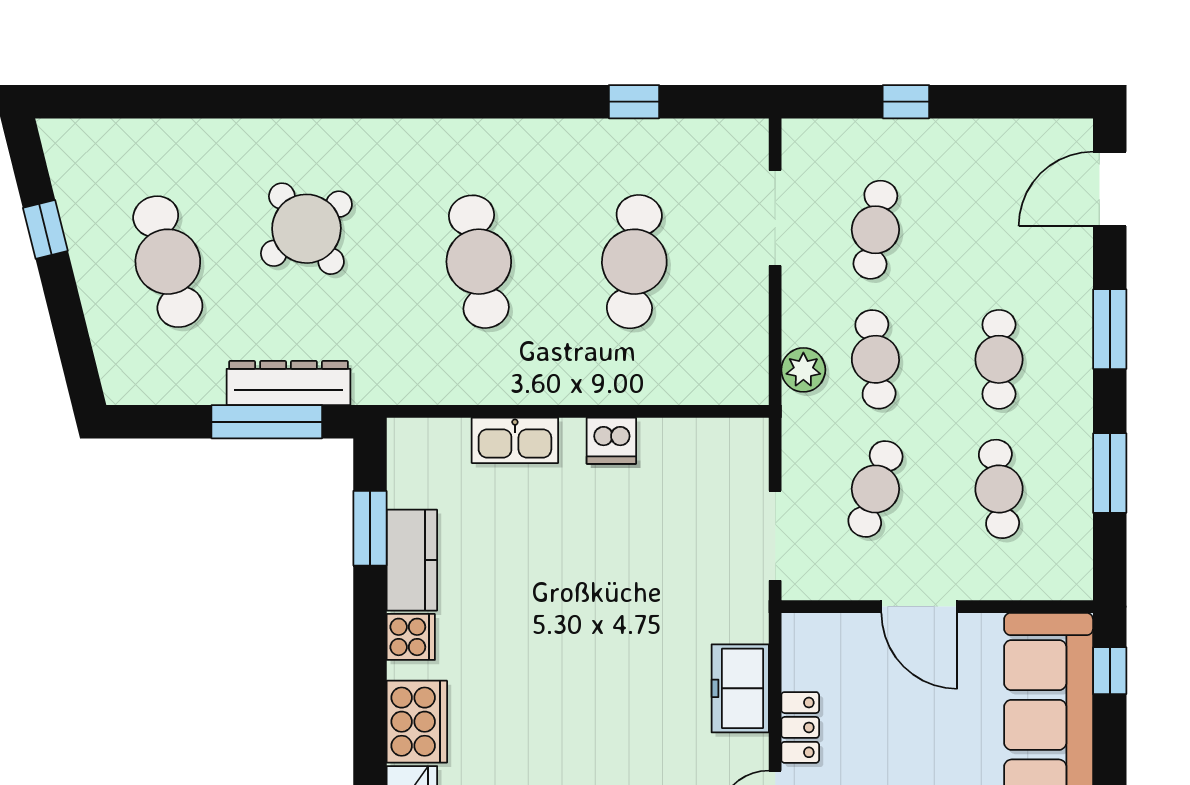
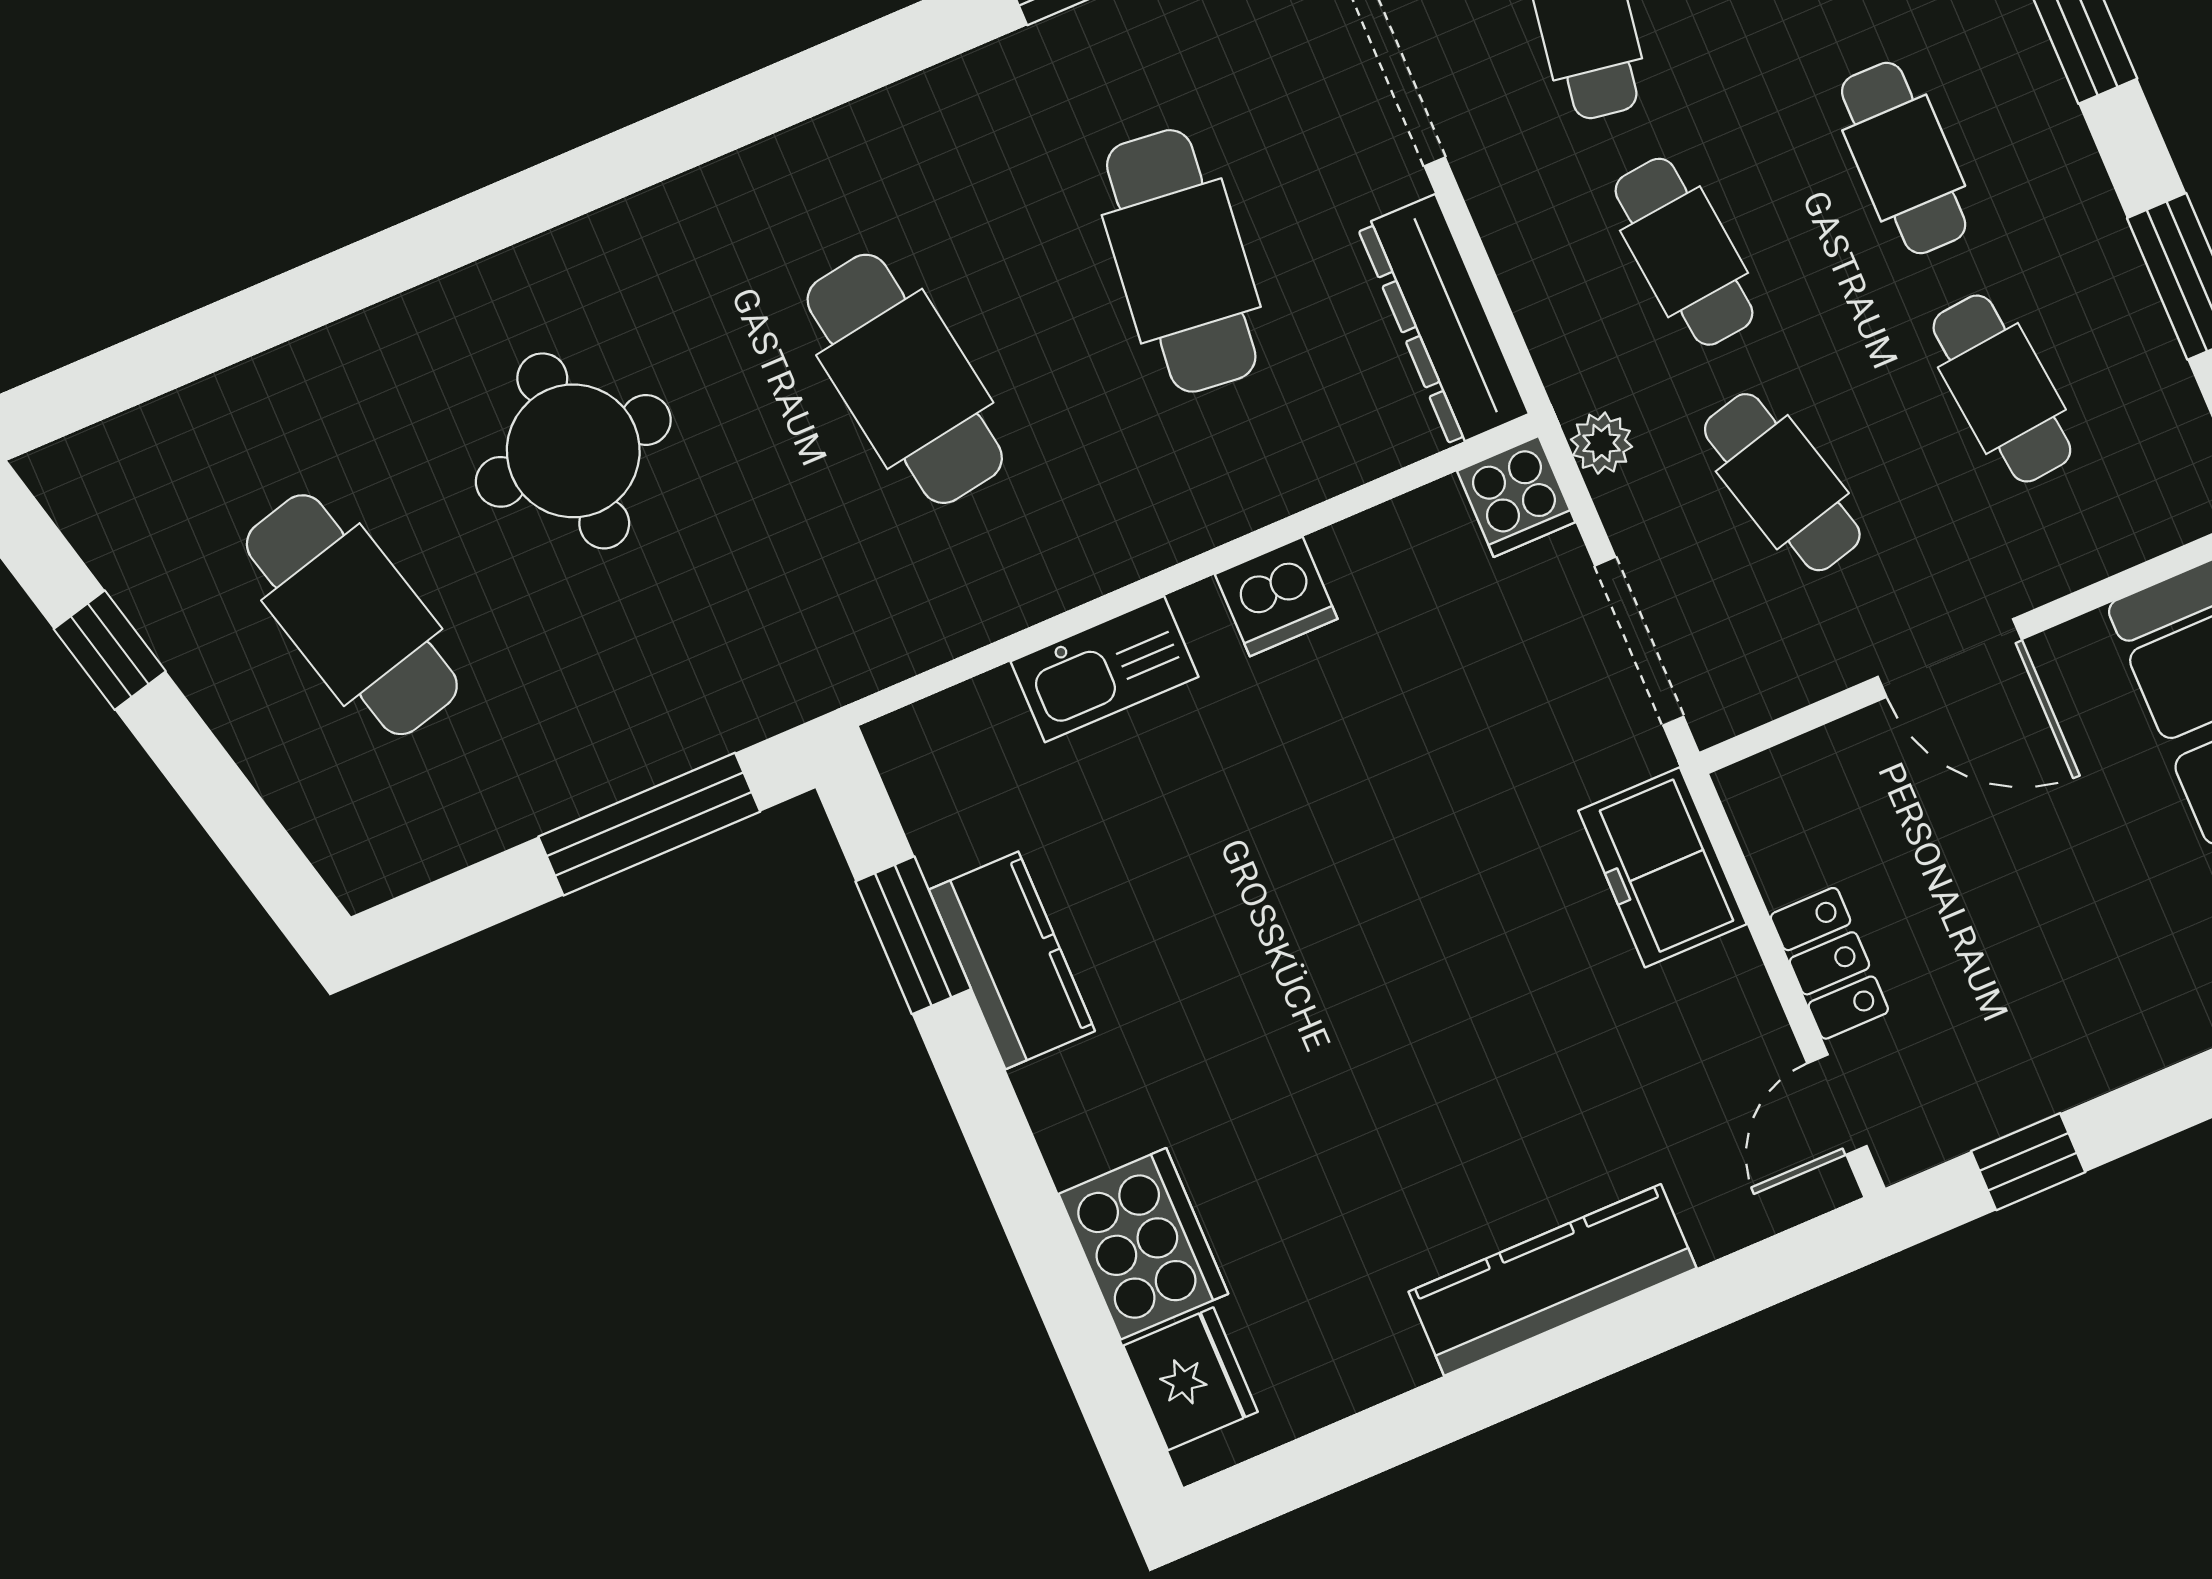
round table: (306, 229) -> (573, 451), turned 37
plant: (803, 370) -> (1602, 443), moved, width x0.73, depth x0.73
dresser: (289, 383) -> (1443, 321), moved, turned -90
cafe table: (875, 489) -> (1782, 482), turned -33
cooker: (411, 637) -> (1516, 497), moved, turned 90
freezer: (740, 688) -> (1662, 867), moved

